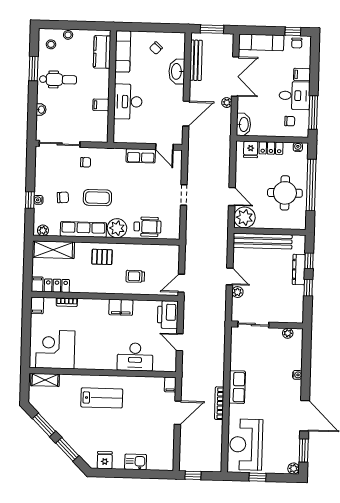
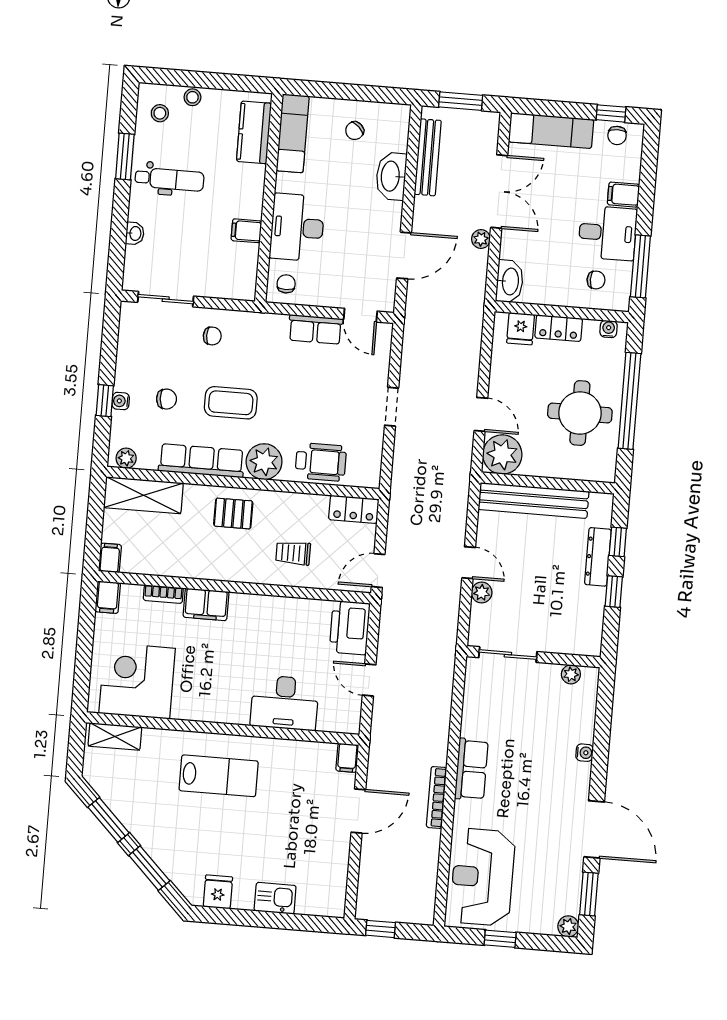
chair: (124, 132) -> (286, 284), added
sliding door: (60, 144) -> (166, 299), width x0.73
locker: (57, 286) -> (354, 509), moved, turned 180
filing cabinet: (121, 307) -> (206, 604), moved

